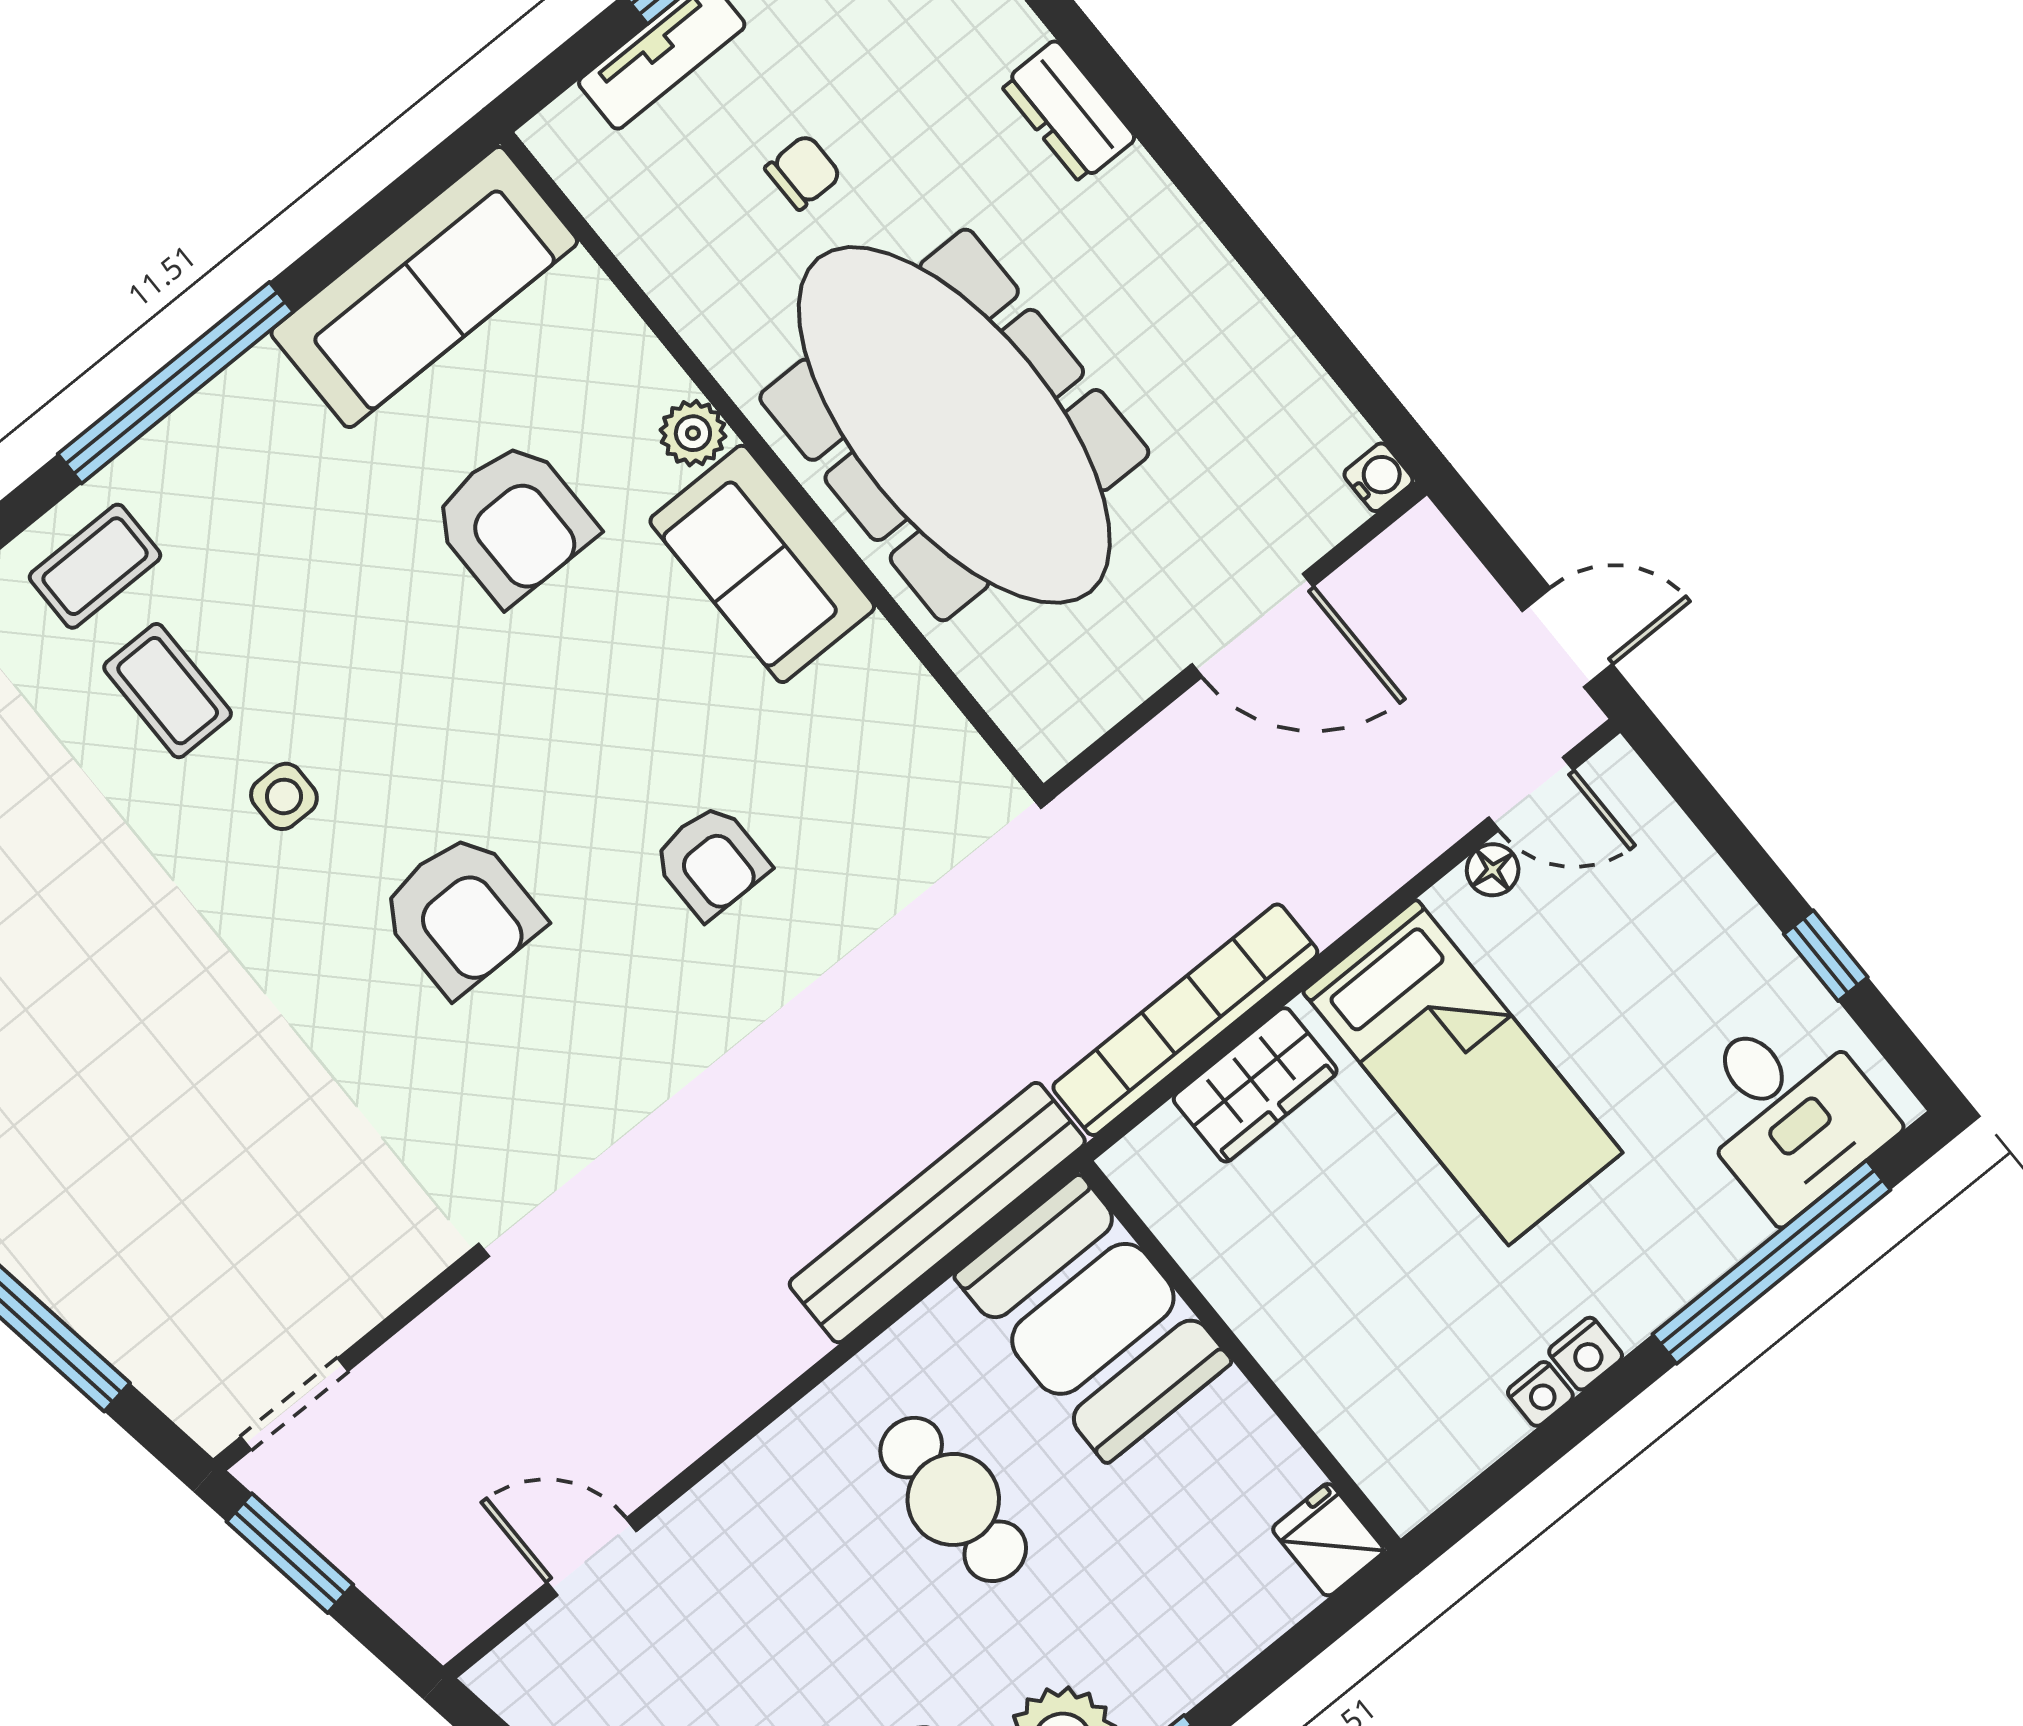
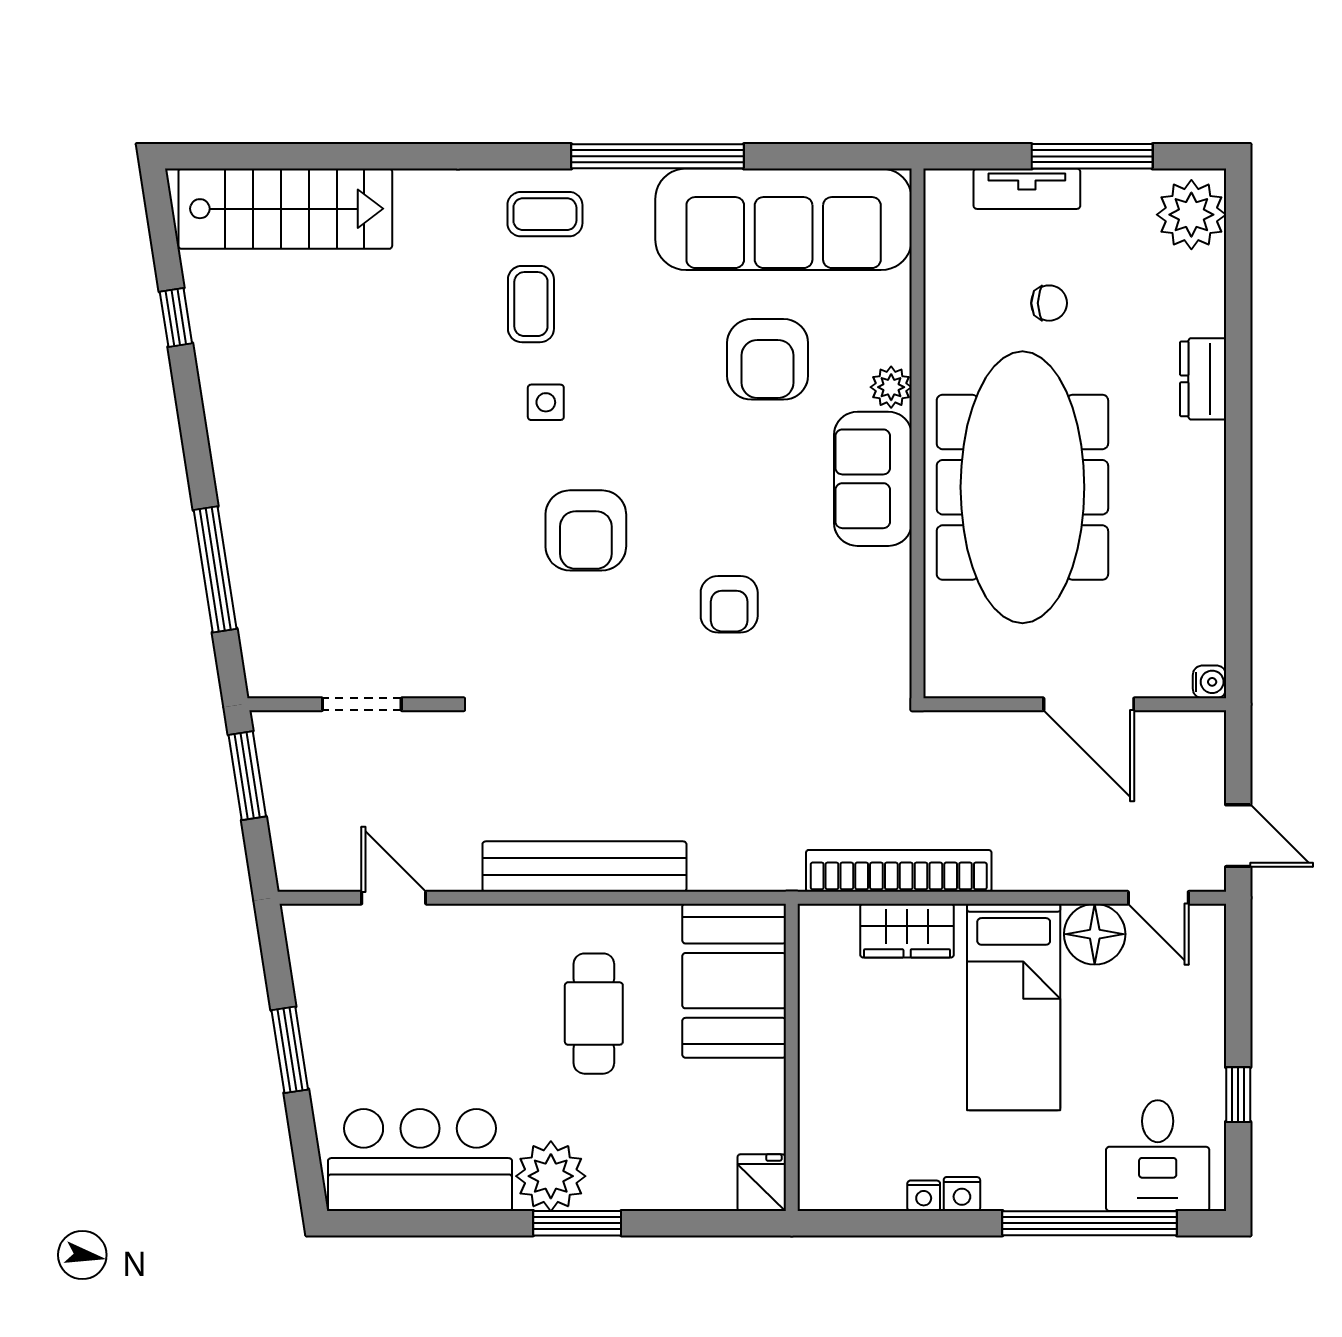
sofa: (424, 287) -> (784, 219), width x1.36, depth x1.27
floor lamp: (1493, 870) -> (1095, 934), width x1.89, depth x1.89
bench: (937, 1213) -> (584, 867), moved
doorway: (294, 1404) -> (362, 704), moved

